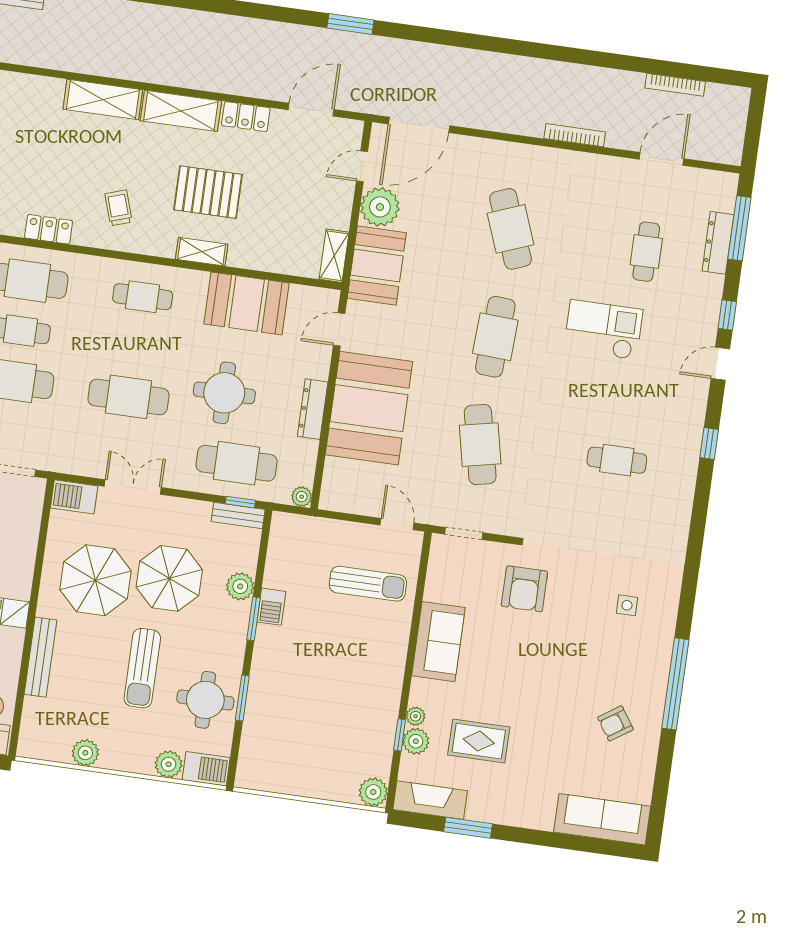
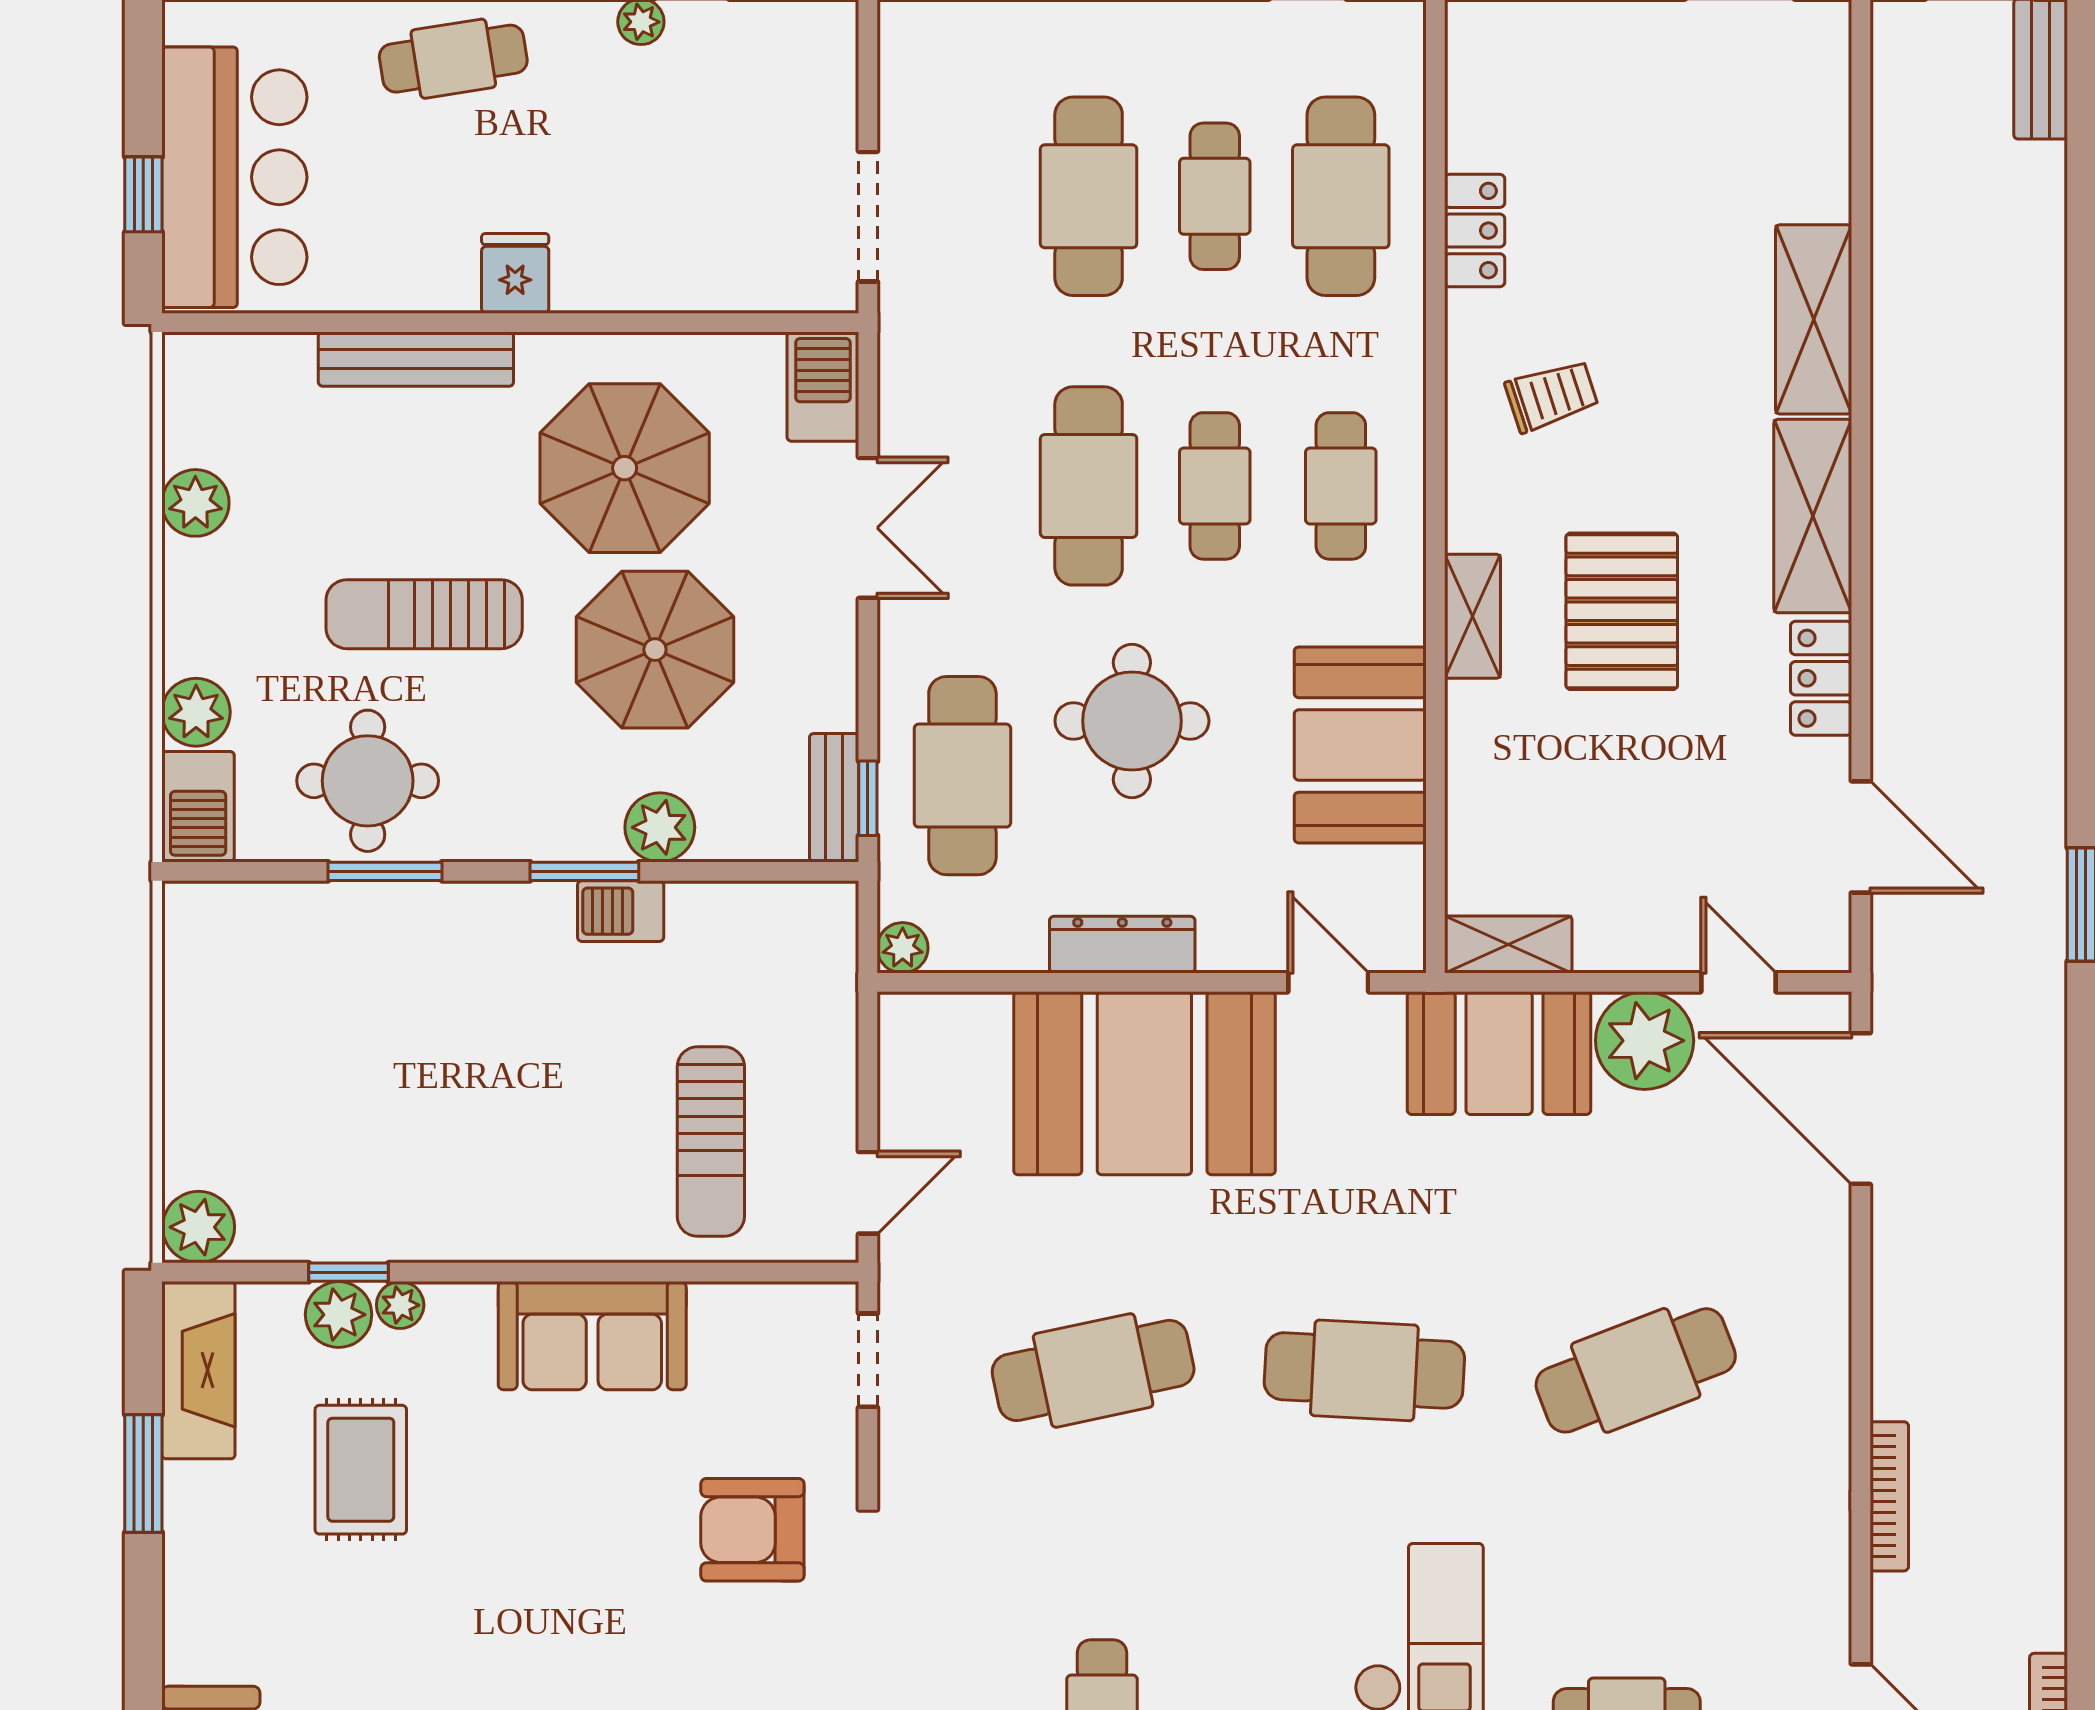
cafe table: (136, 347) -> (1215, 486), added

